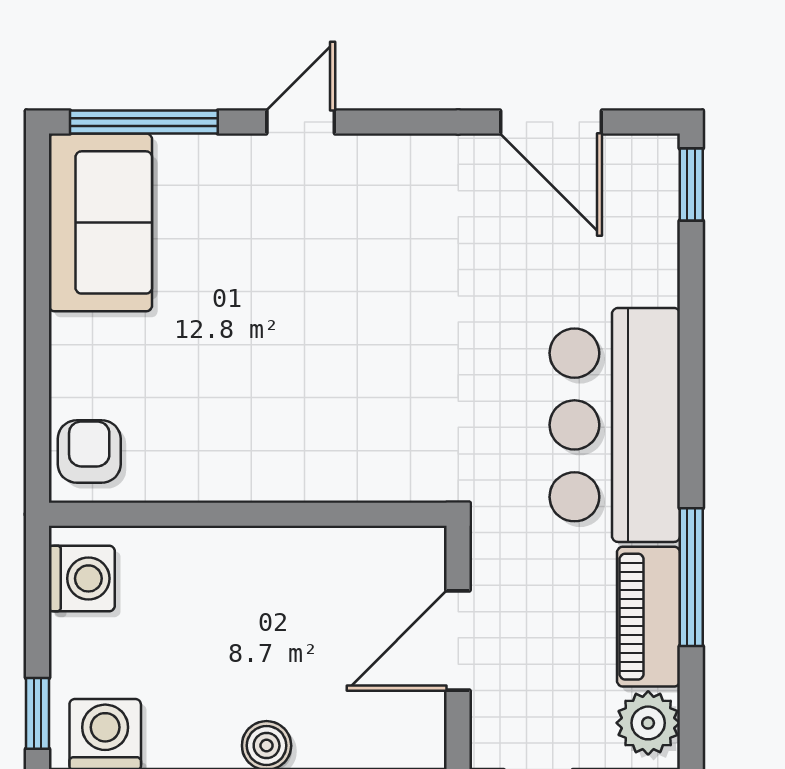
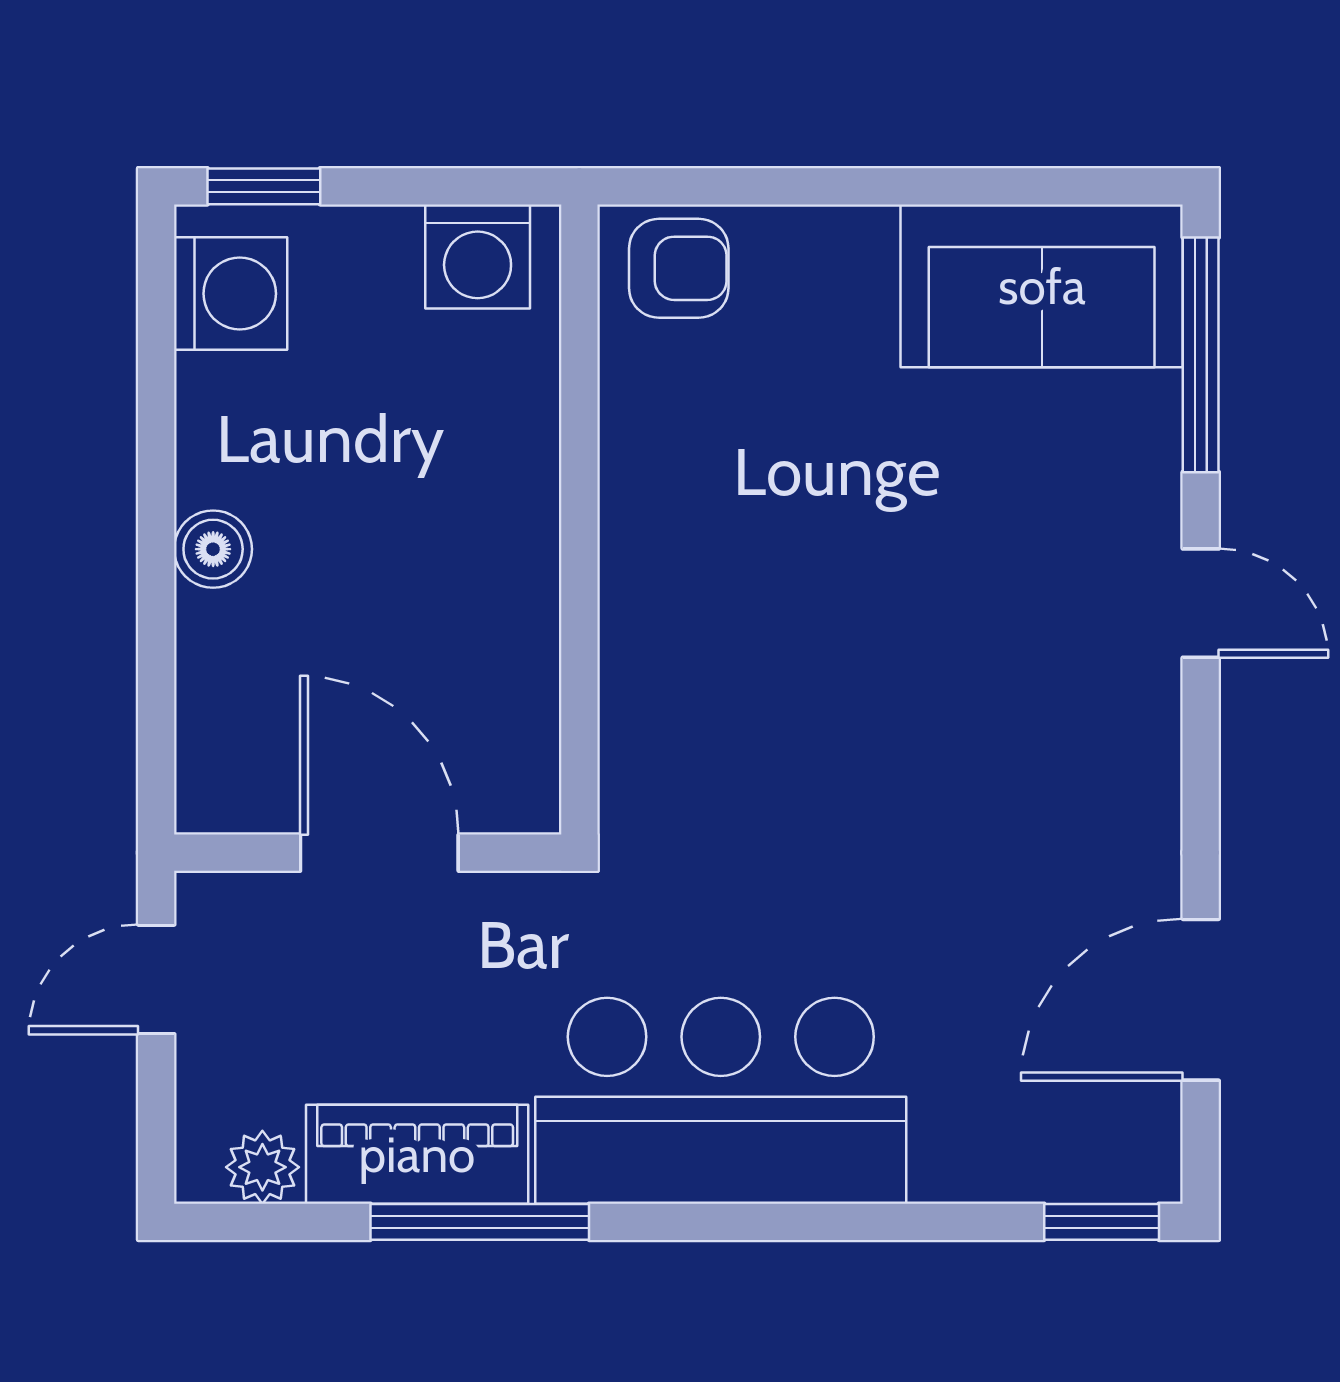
plant: (648, 723) -> (262, 1167), width x0.73, depth x0.73

